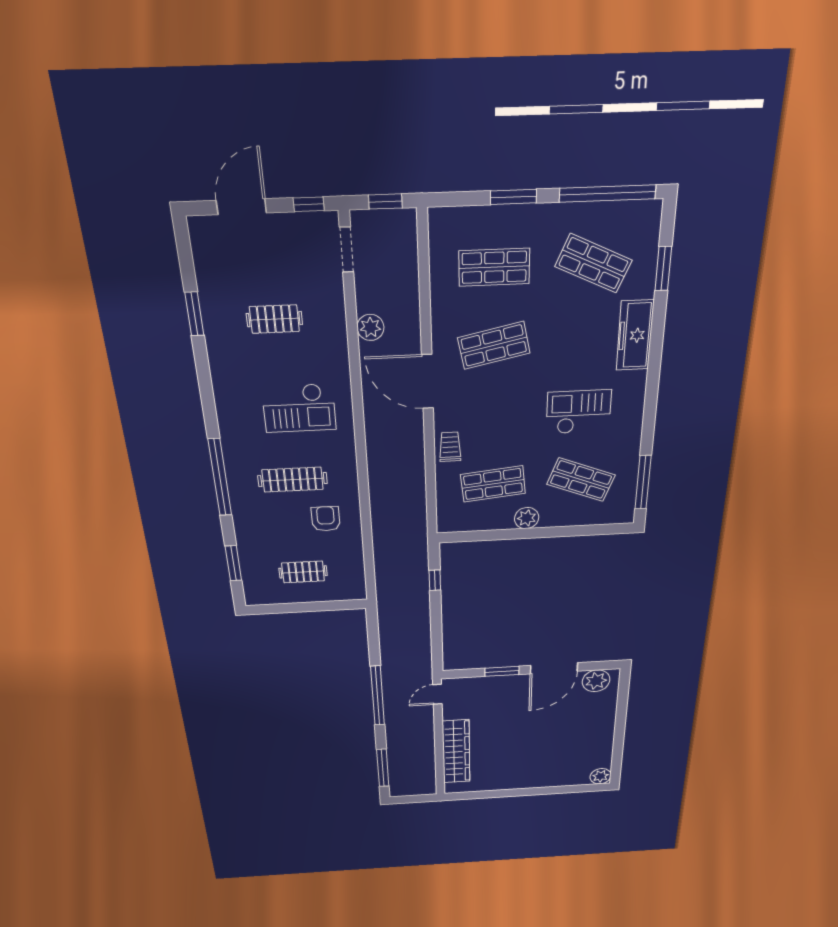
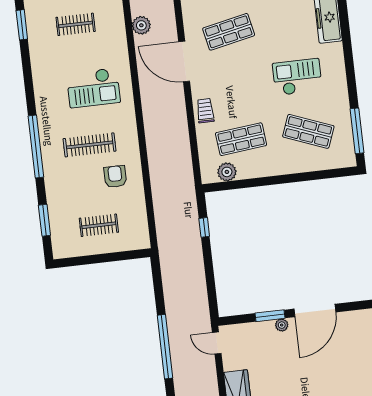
plant: (527, 518) -> (227, 172), moved
plant: (596, 681) -> (282, 325), moved, width x0.53, depth x0.53
door: (437, 694) -> (217, 343), hinge flipped

